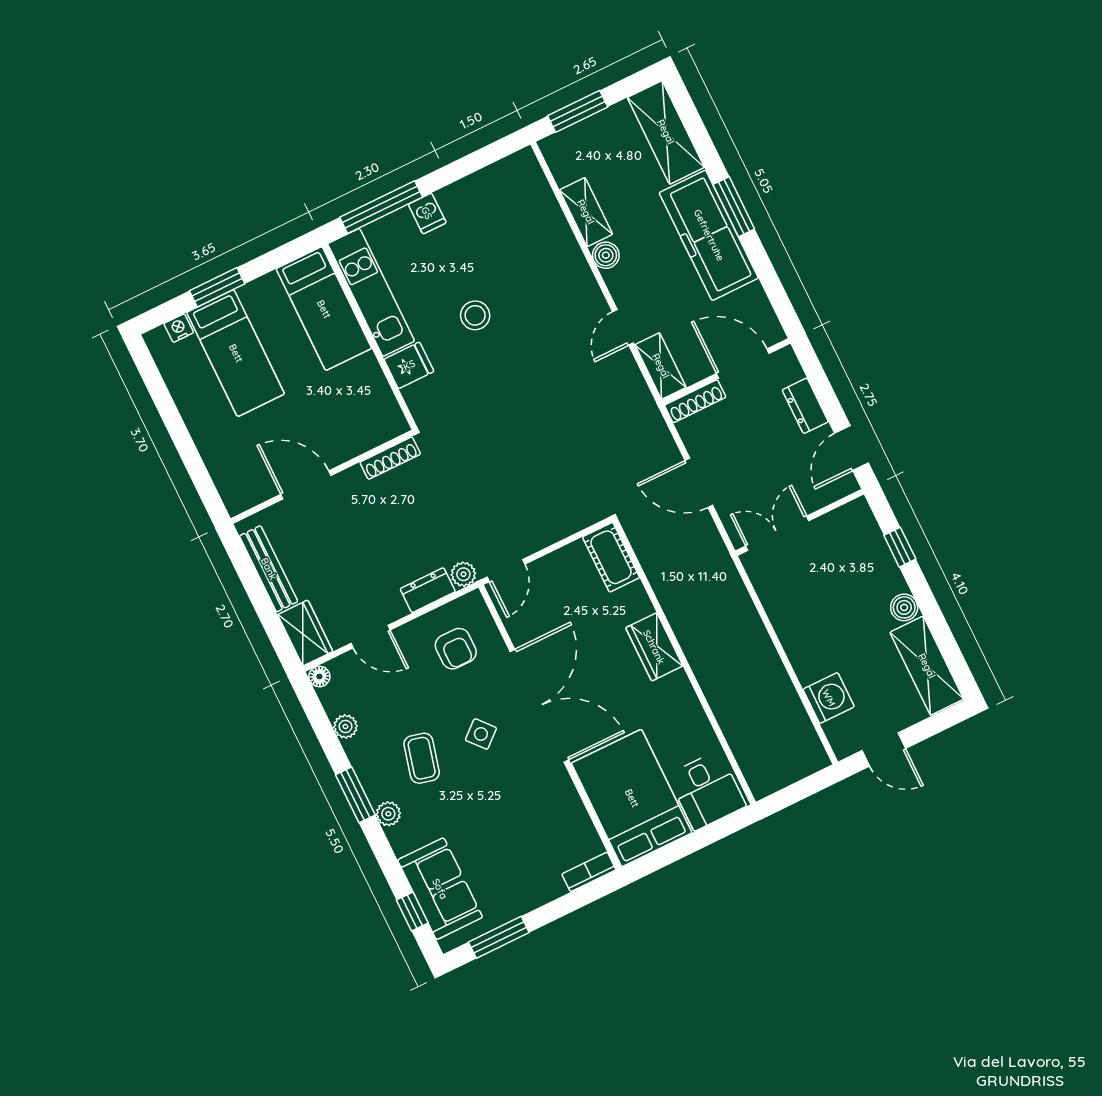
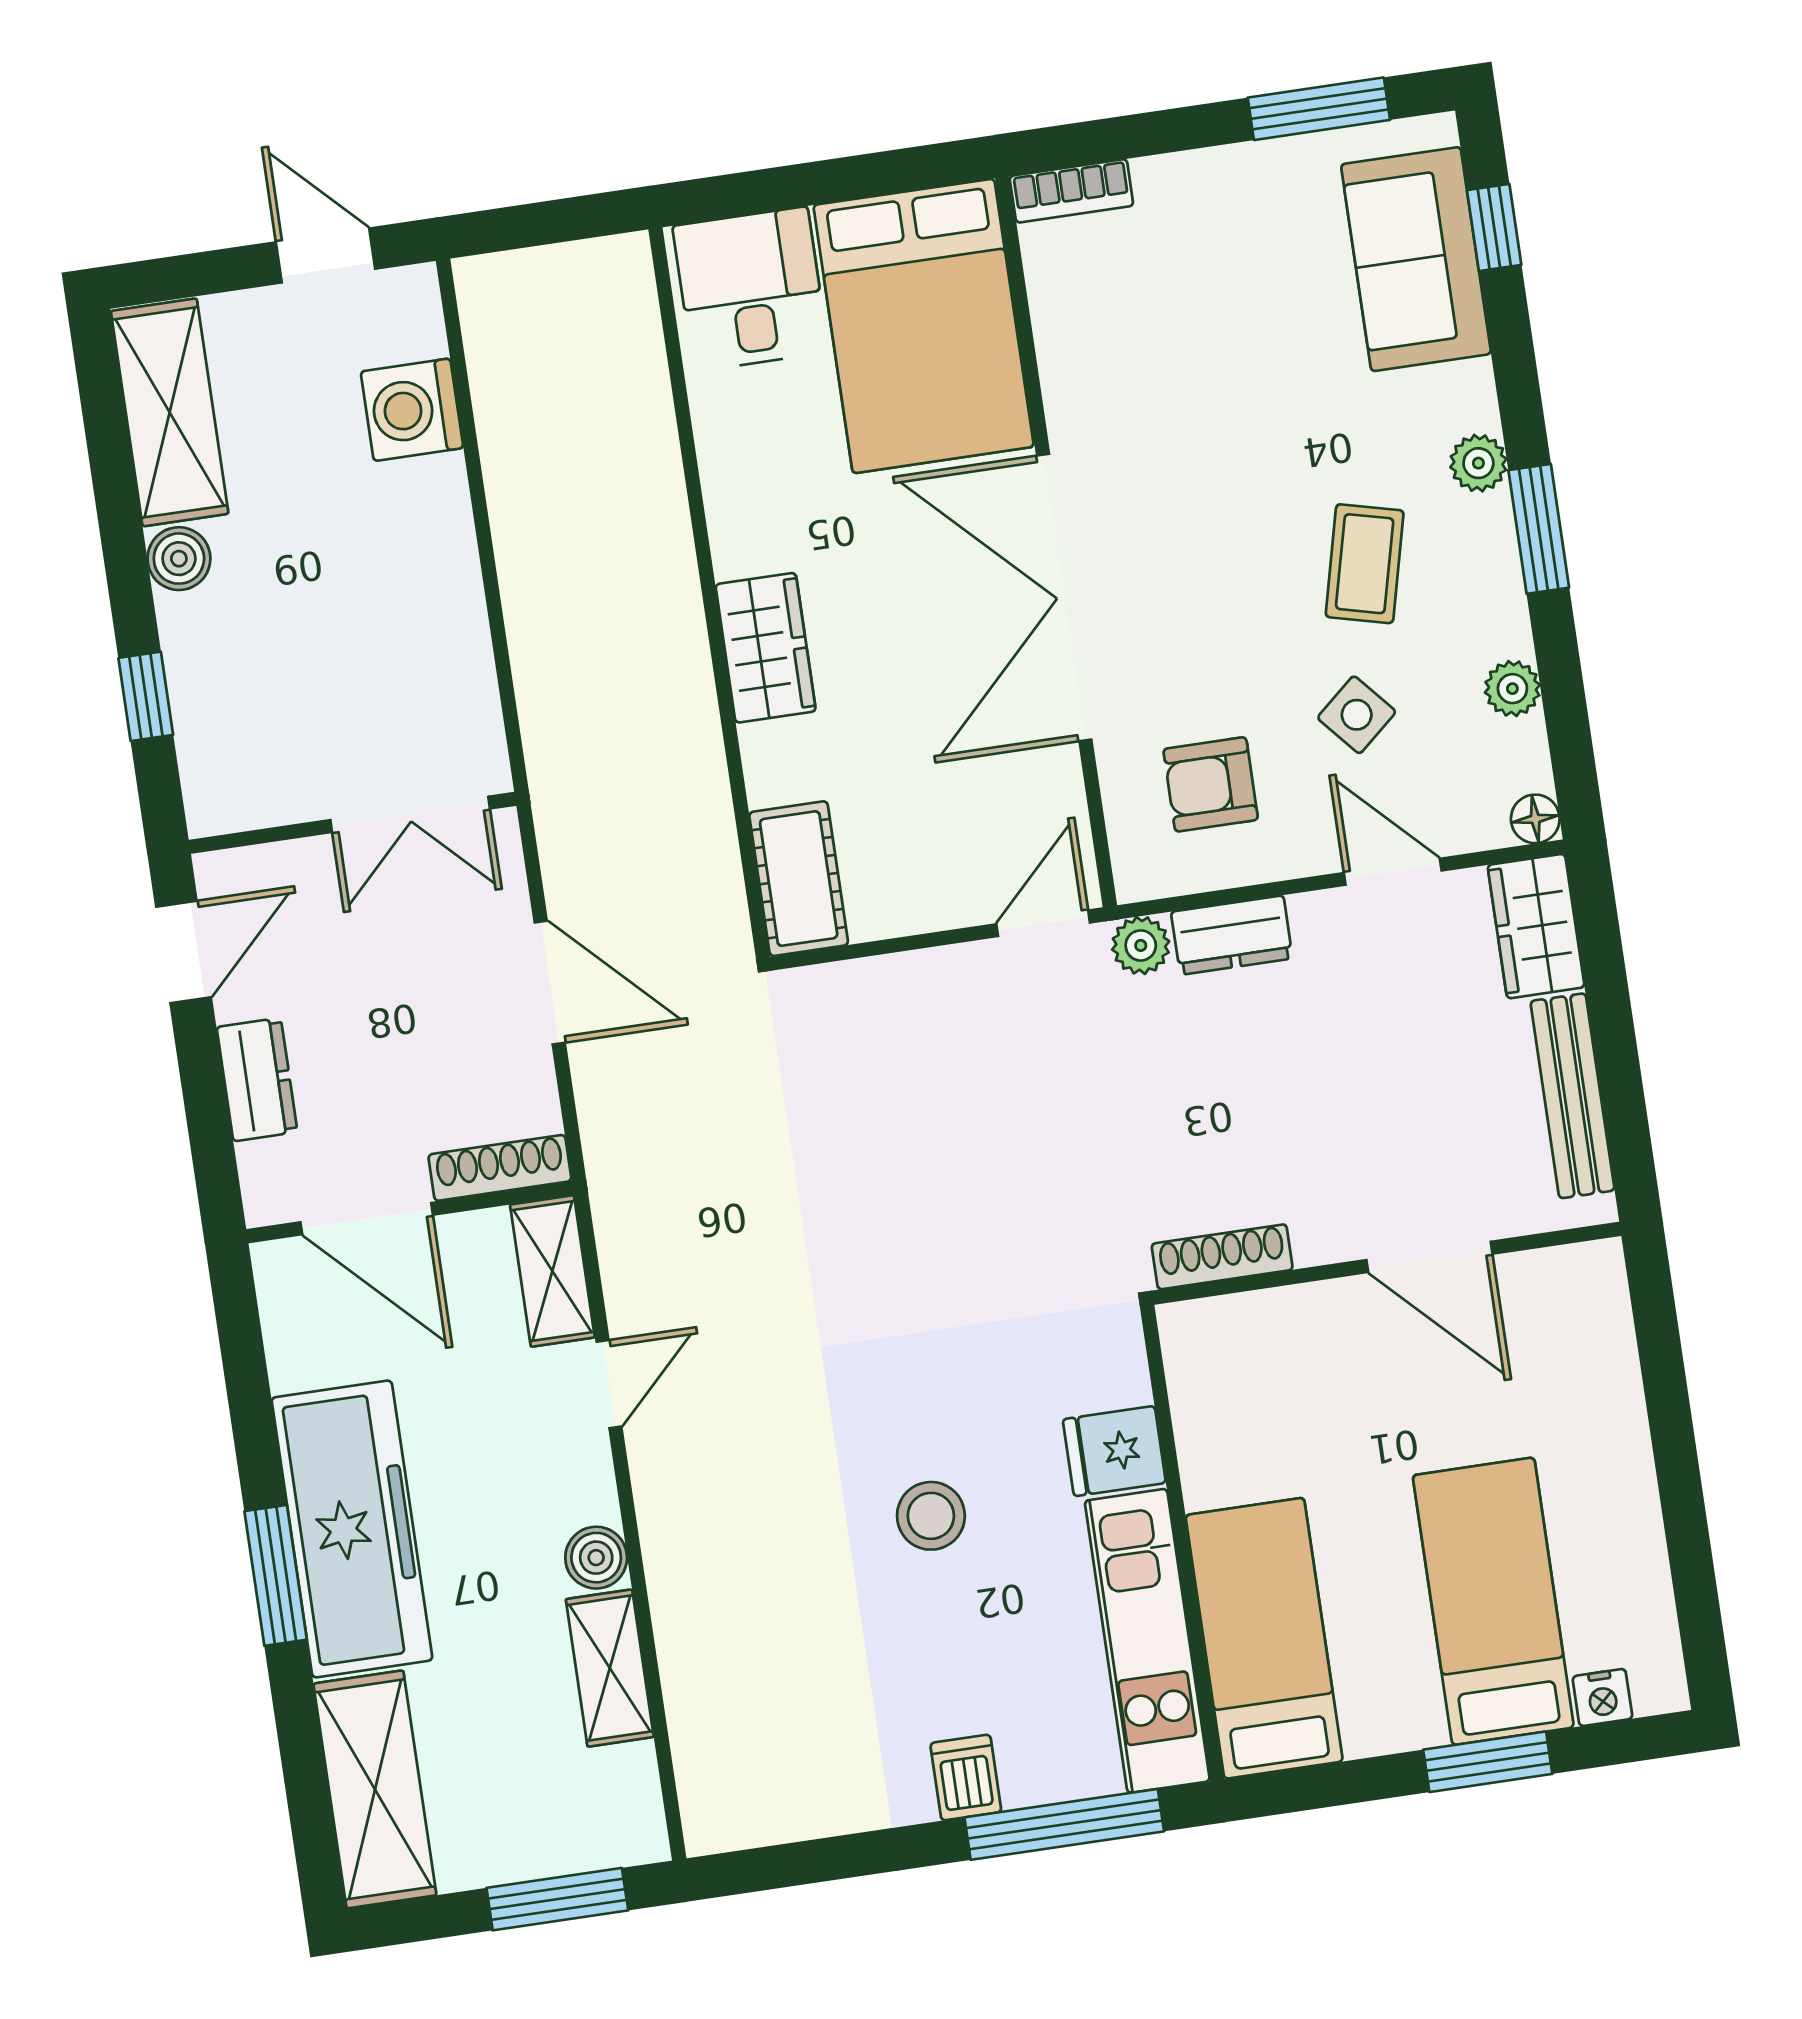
armchair: (456, 649) -> (1211, 784), turned -90
side table: (481, 734) -> (1357, 715), moved

